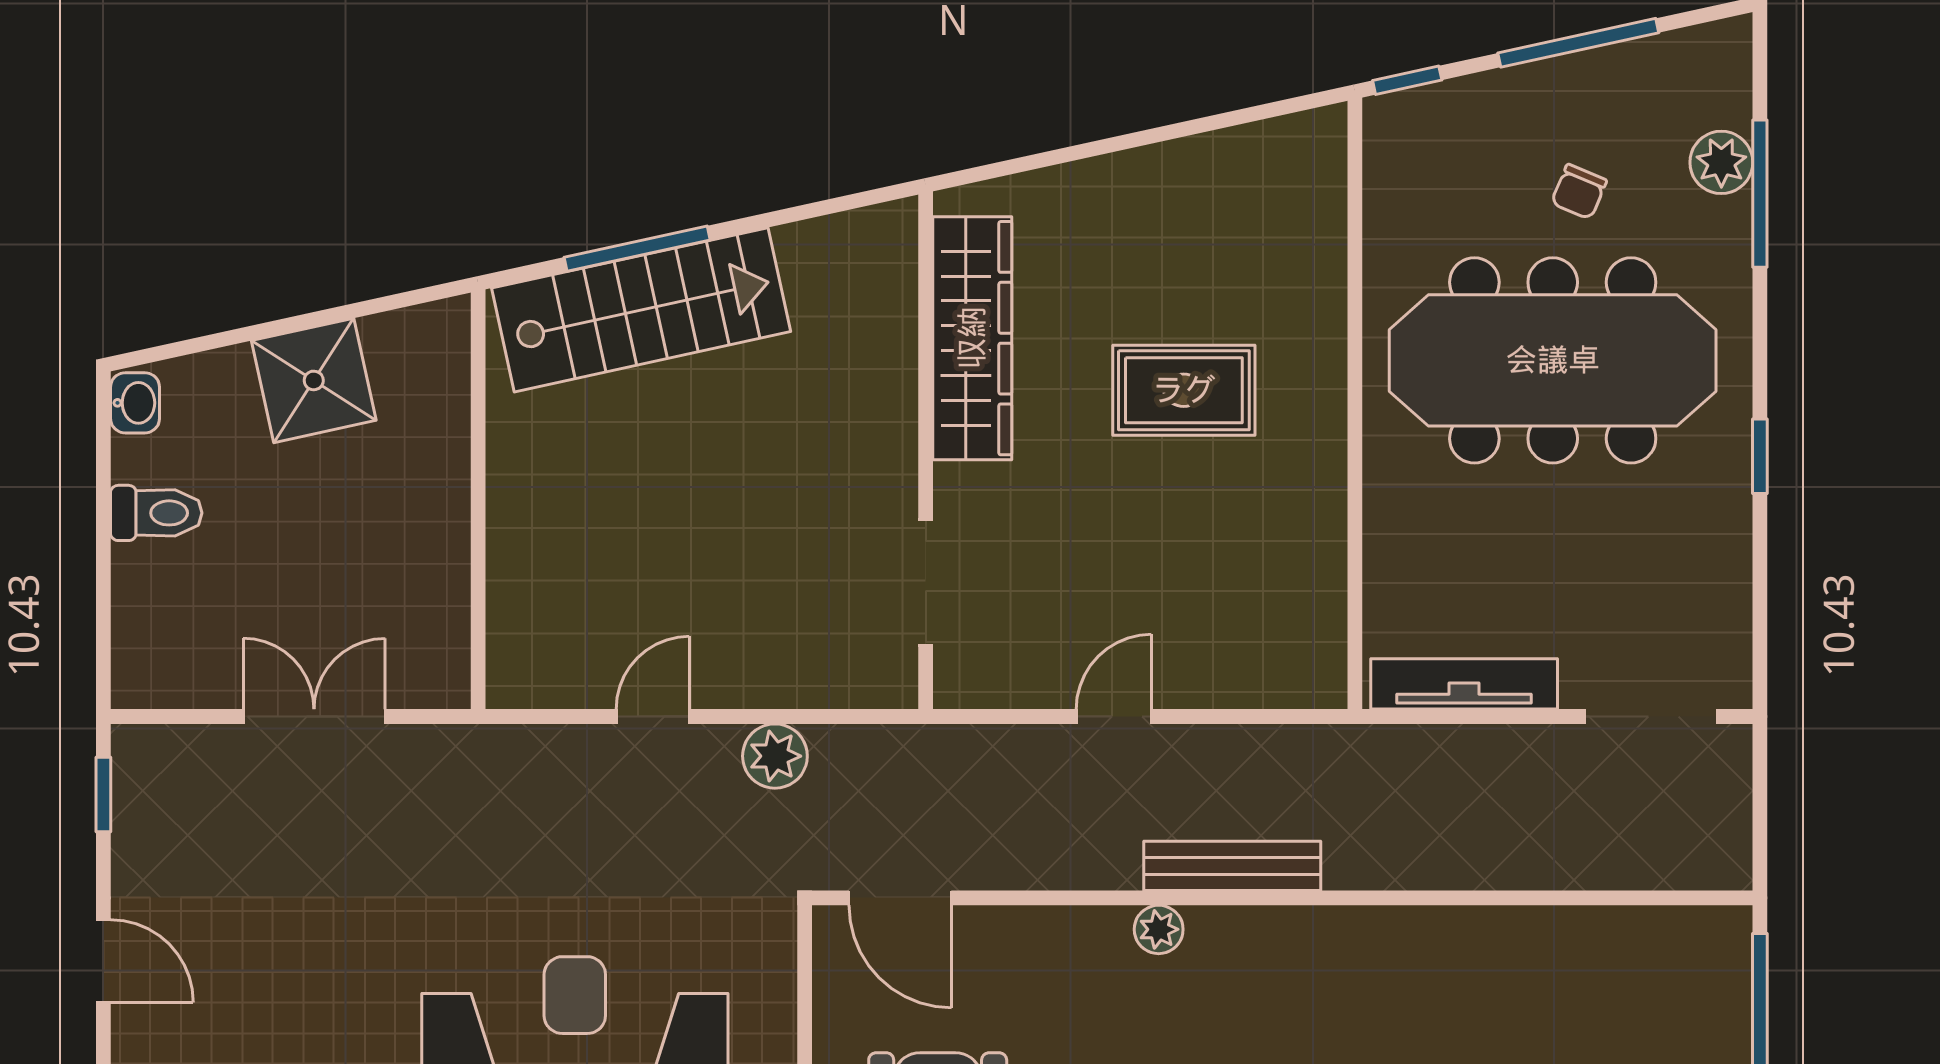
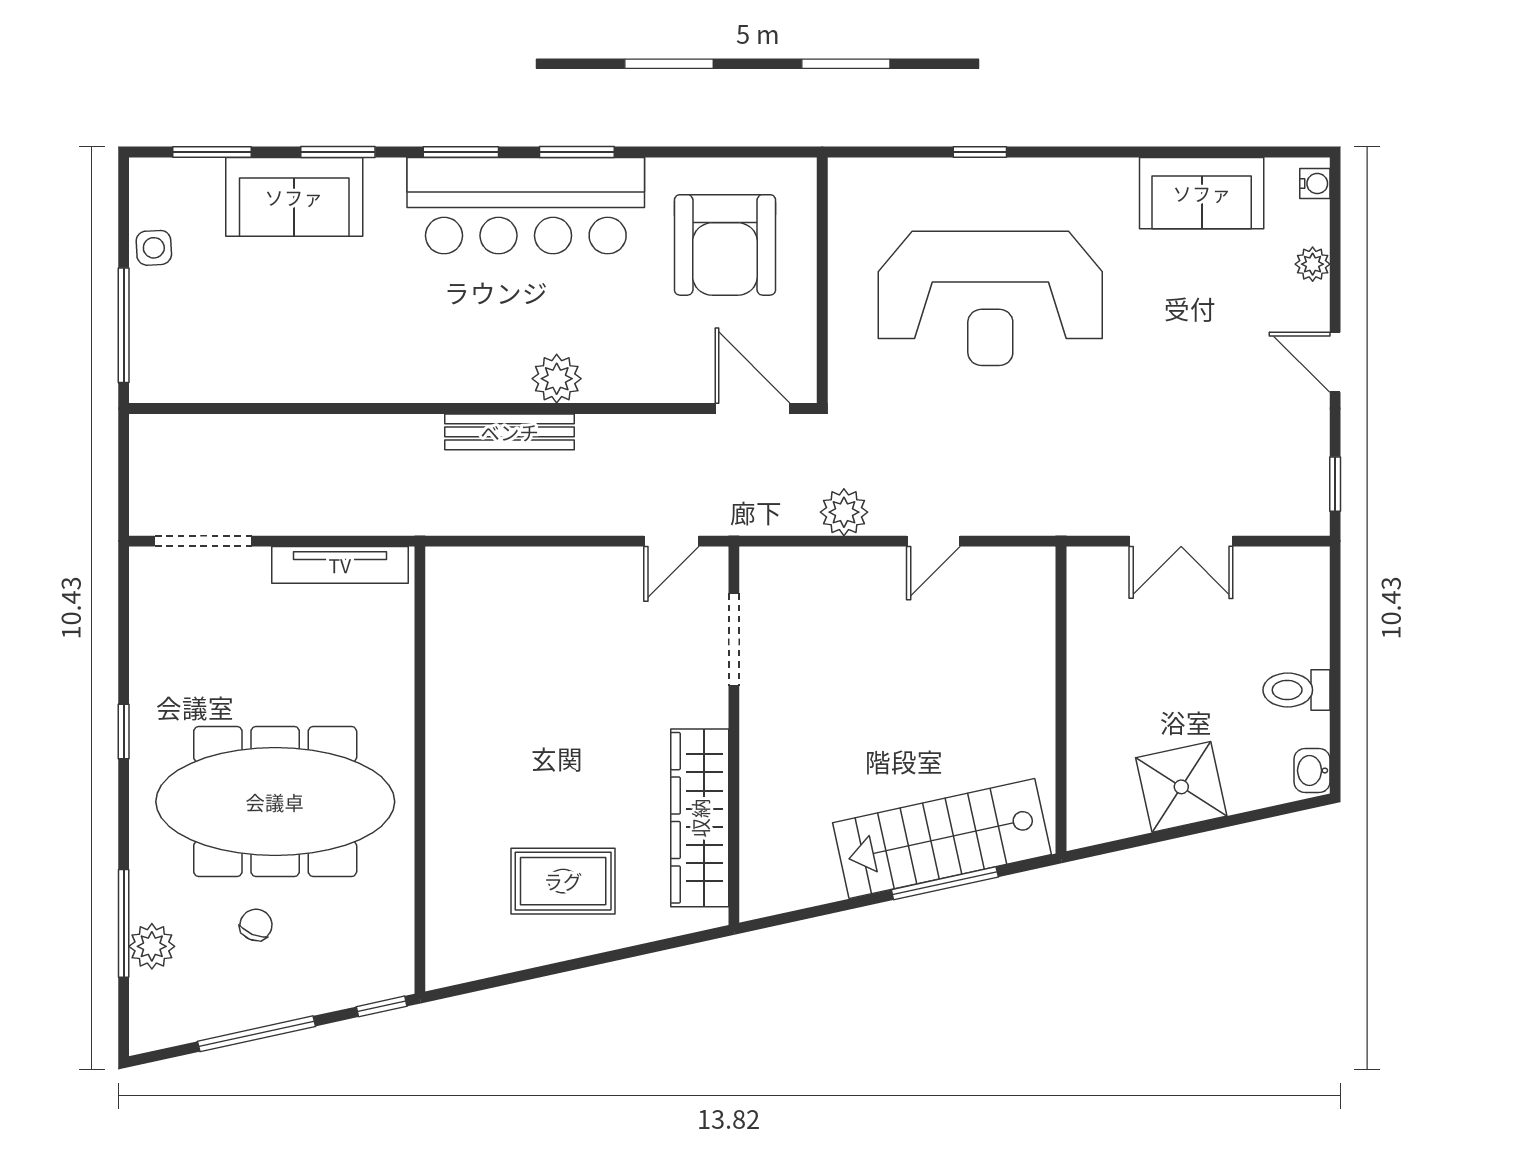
rug: (1184, 390) -> (563, 881), moved
door: (1114, 717) -> (671, 541), moved
plant: (1159, 929) -> (557, 379), width x1.38, depth x1.38

